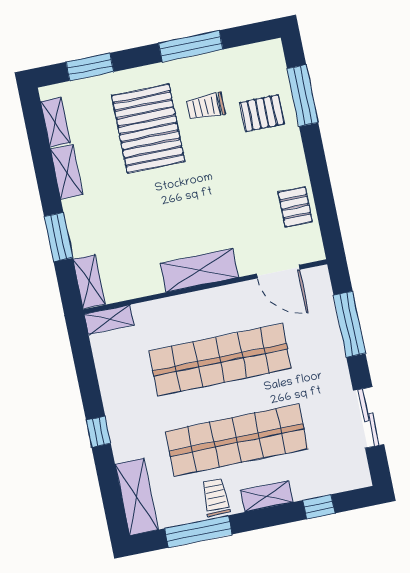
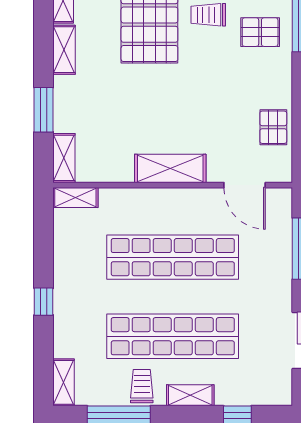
shelving: (137, 497) -> (64, 382), width x0.67, depth x0.75

